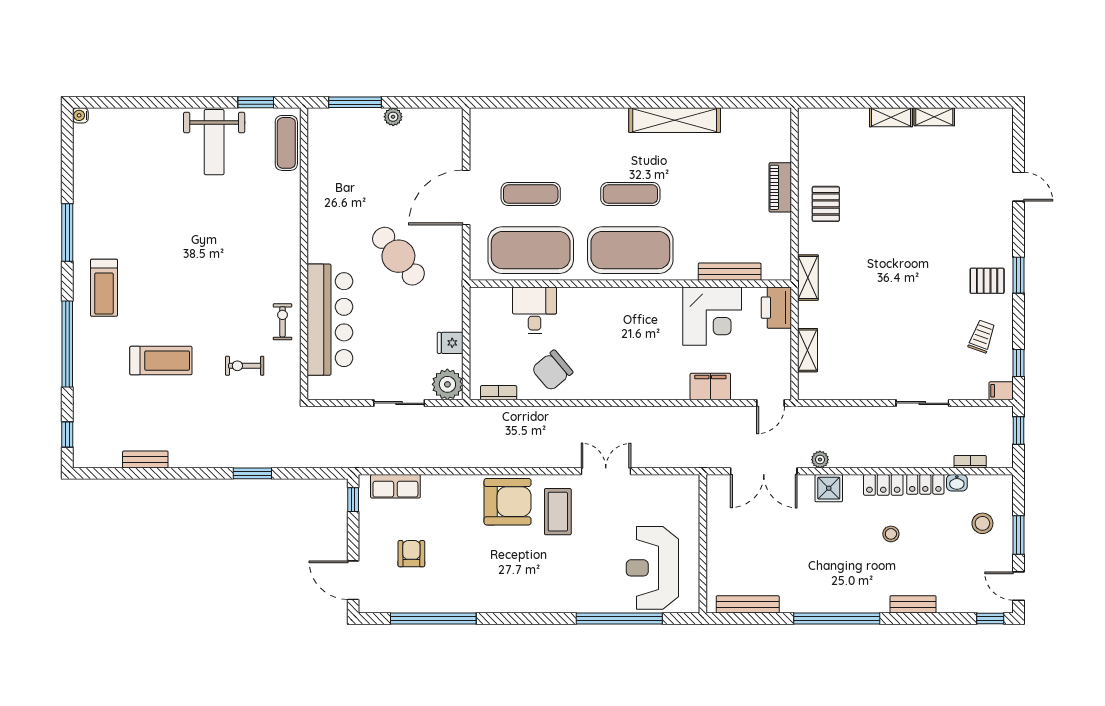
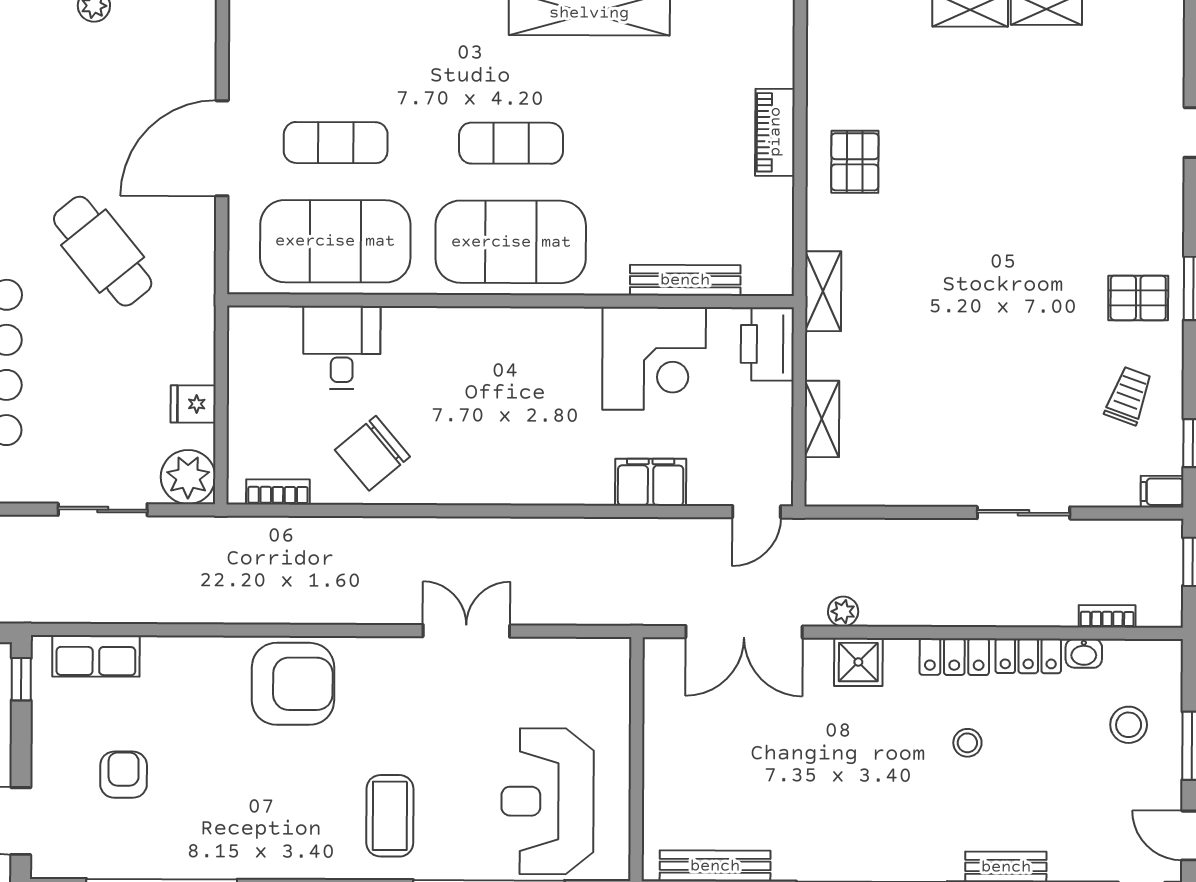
coffee table: (558, 512) -> (390, 816), moved

